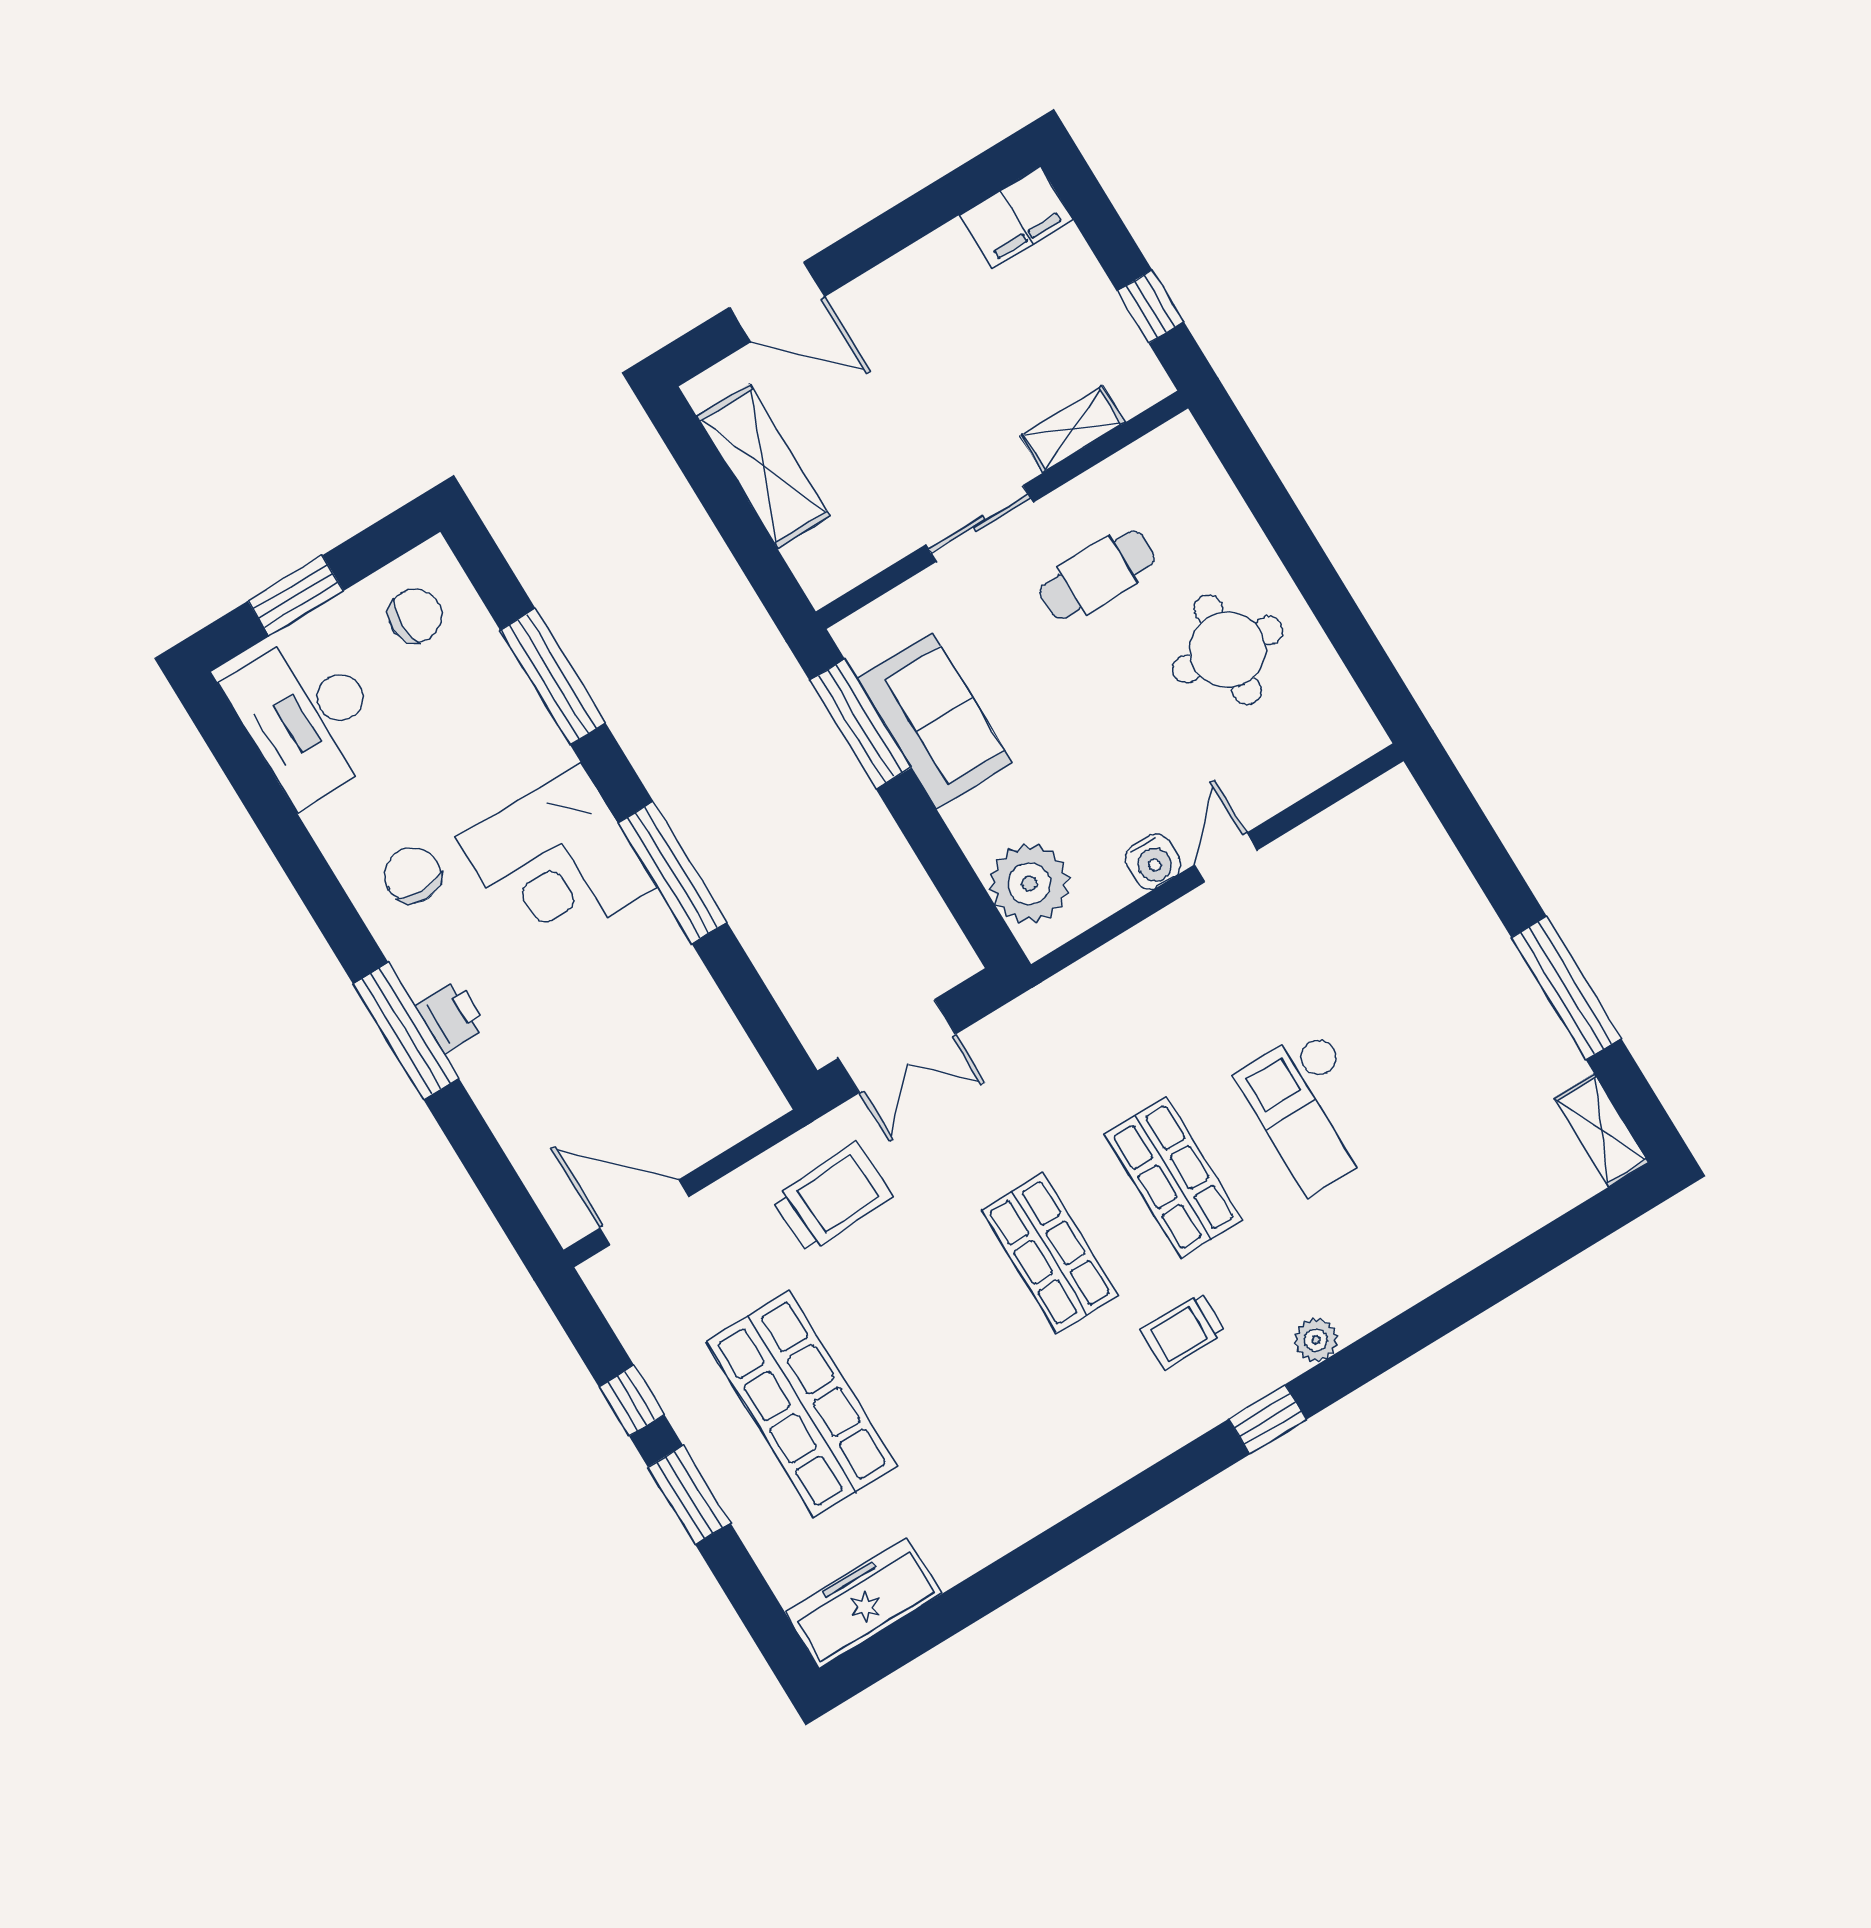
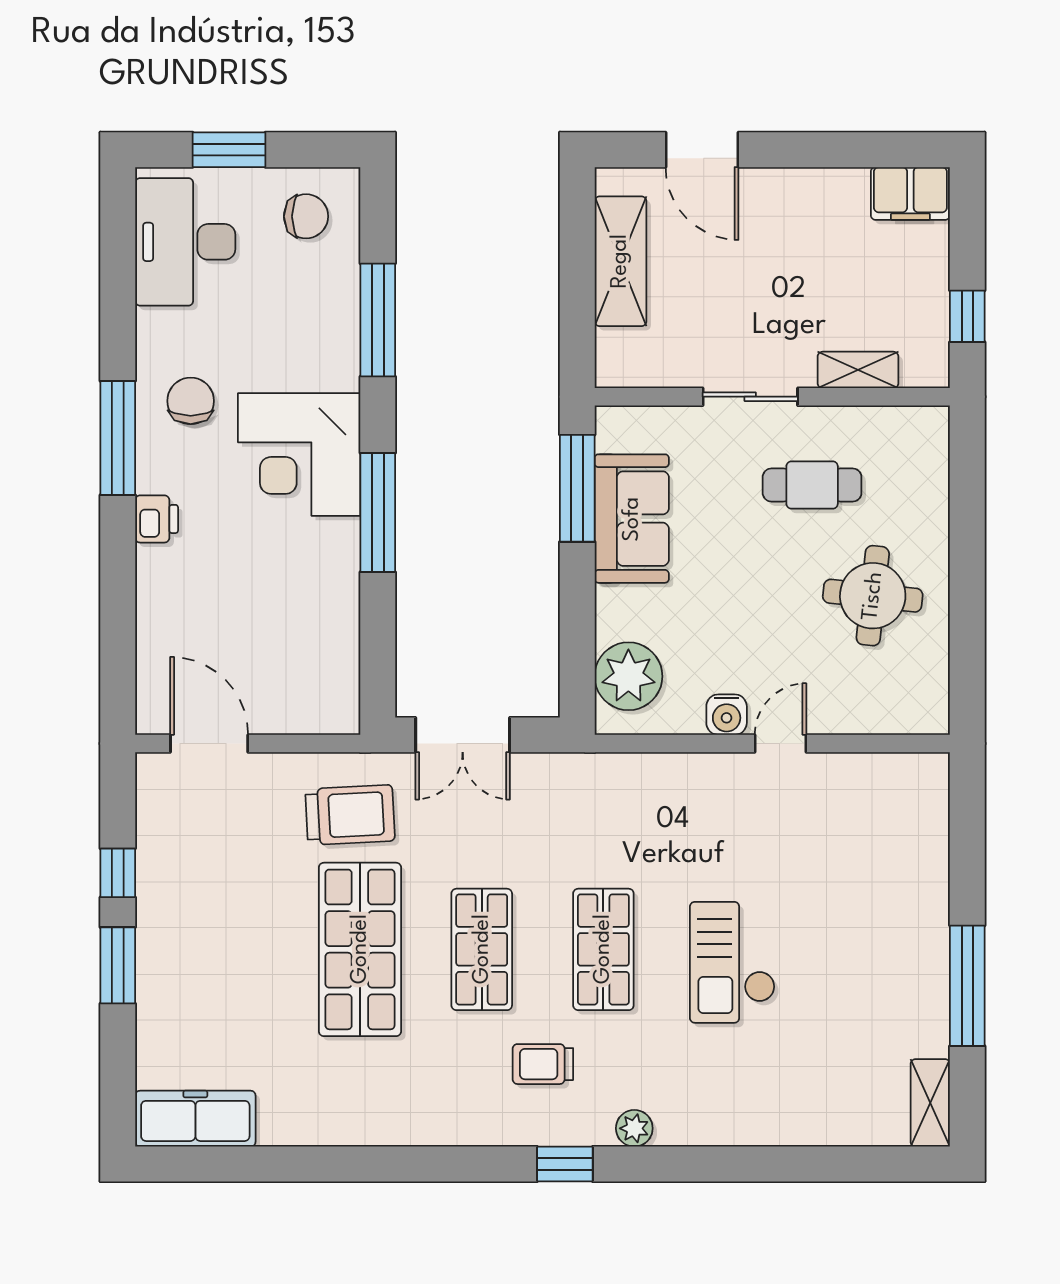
window: (406, 1031) -> (118, 438), moved
shop shelf: (802, 1404) -> (360, 949), moved

